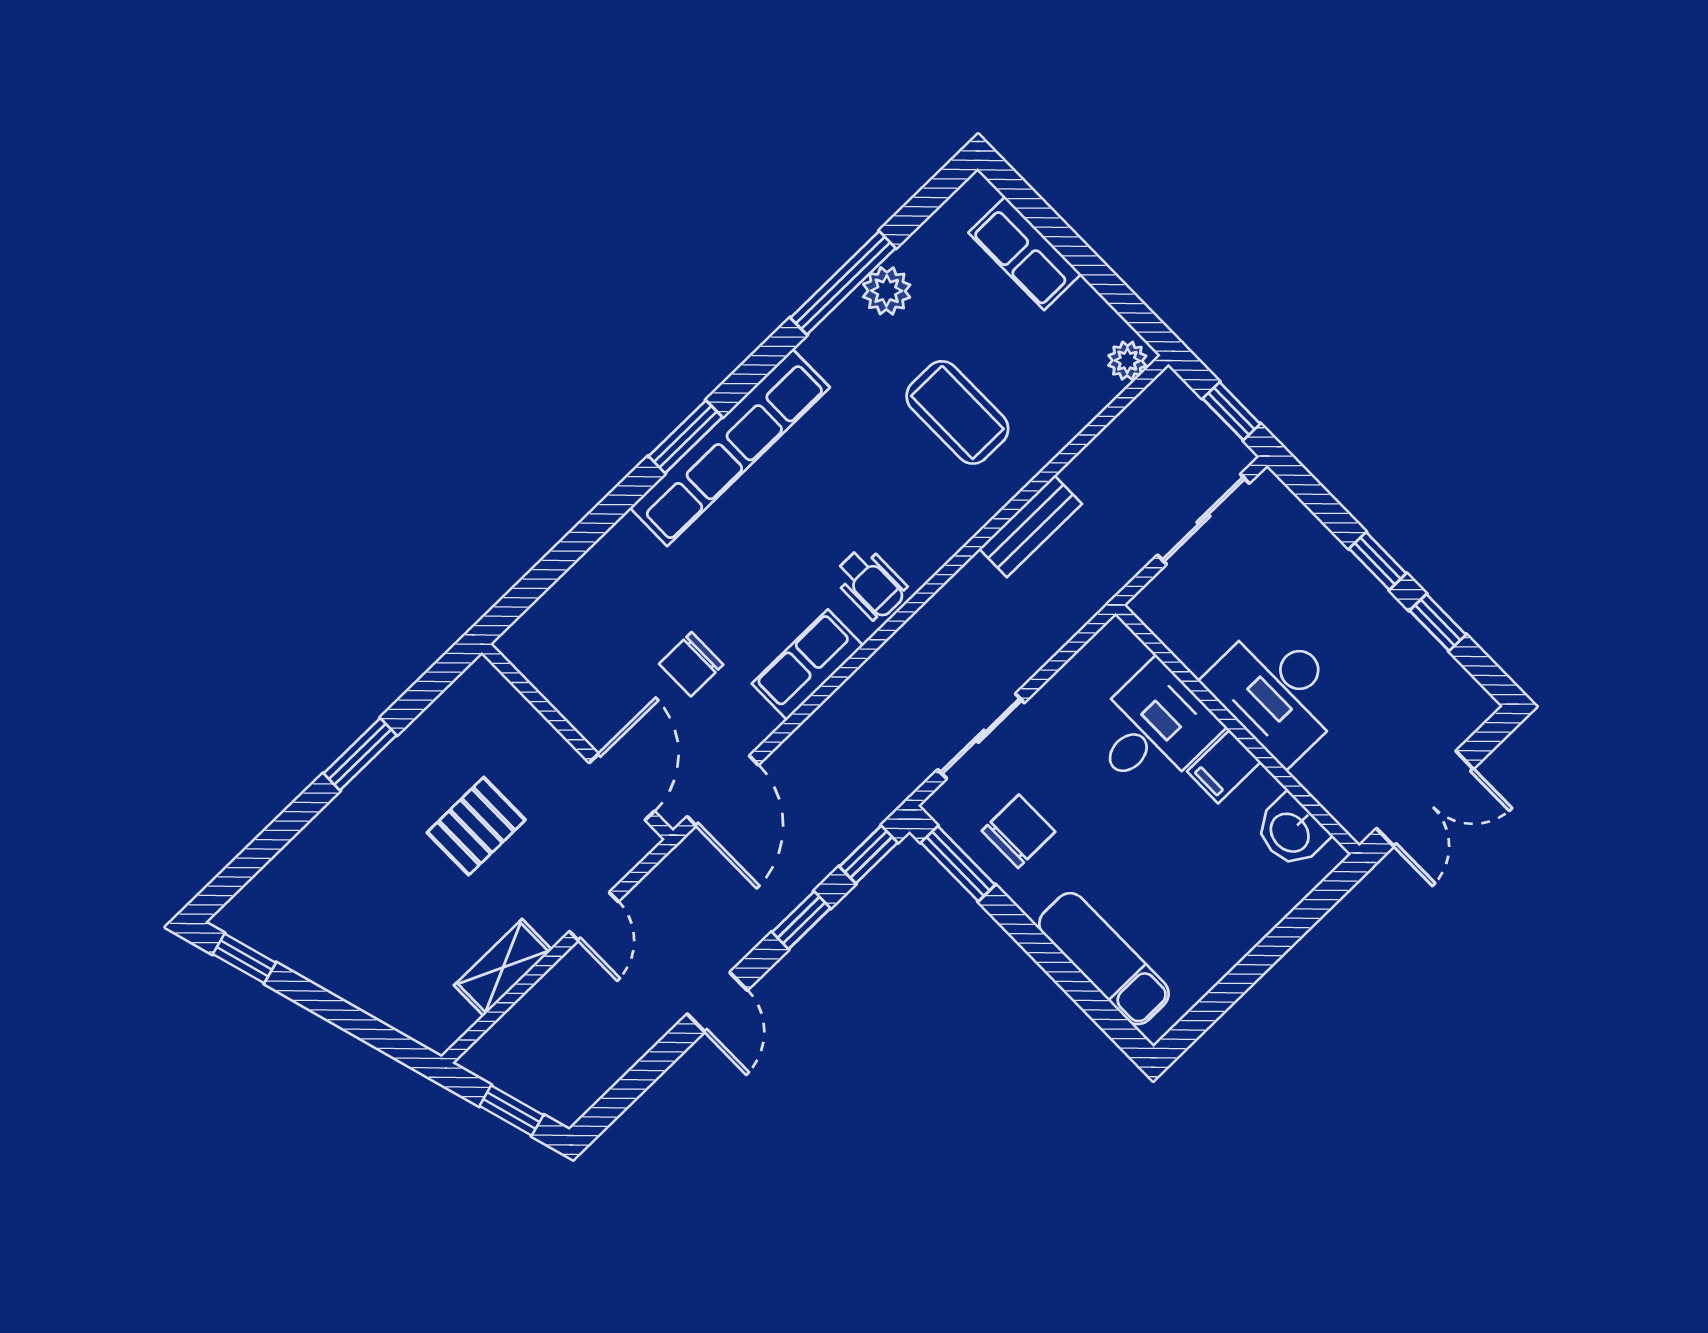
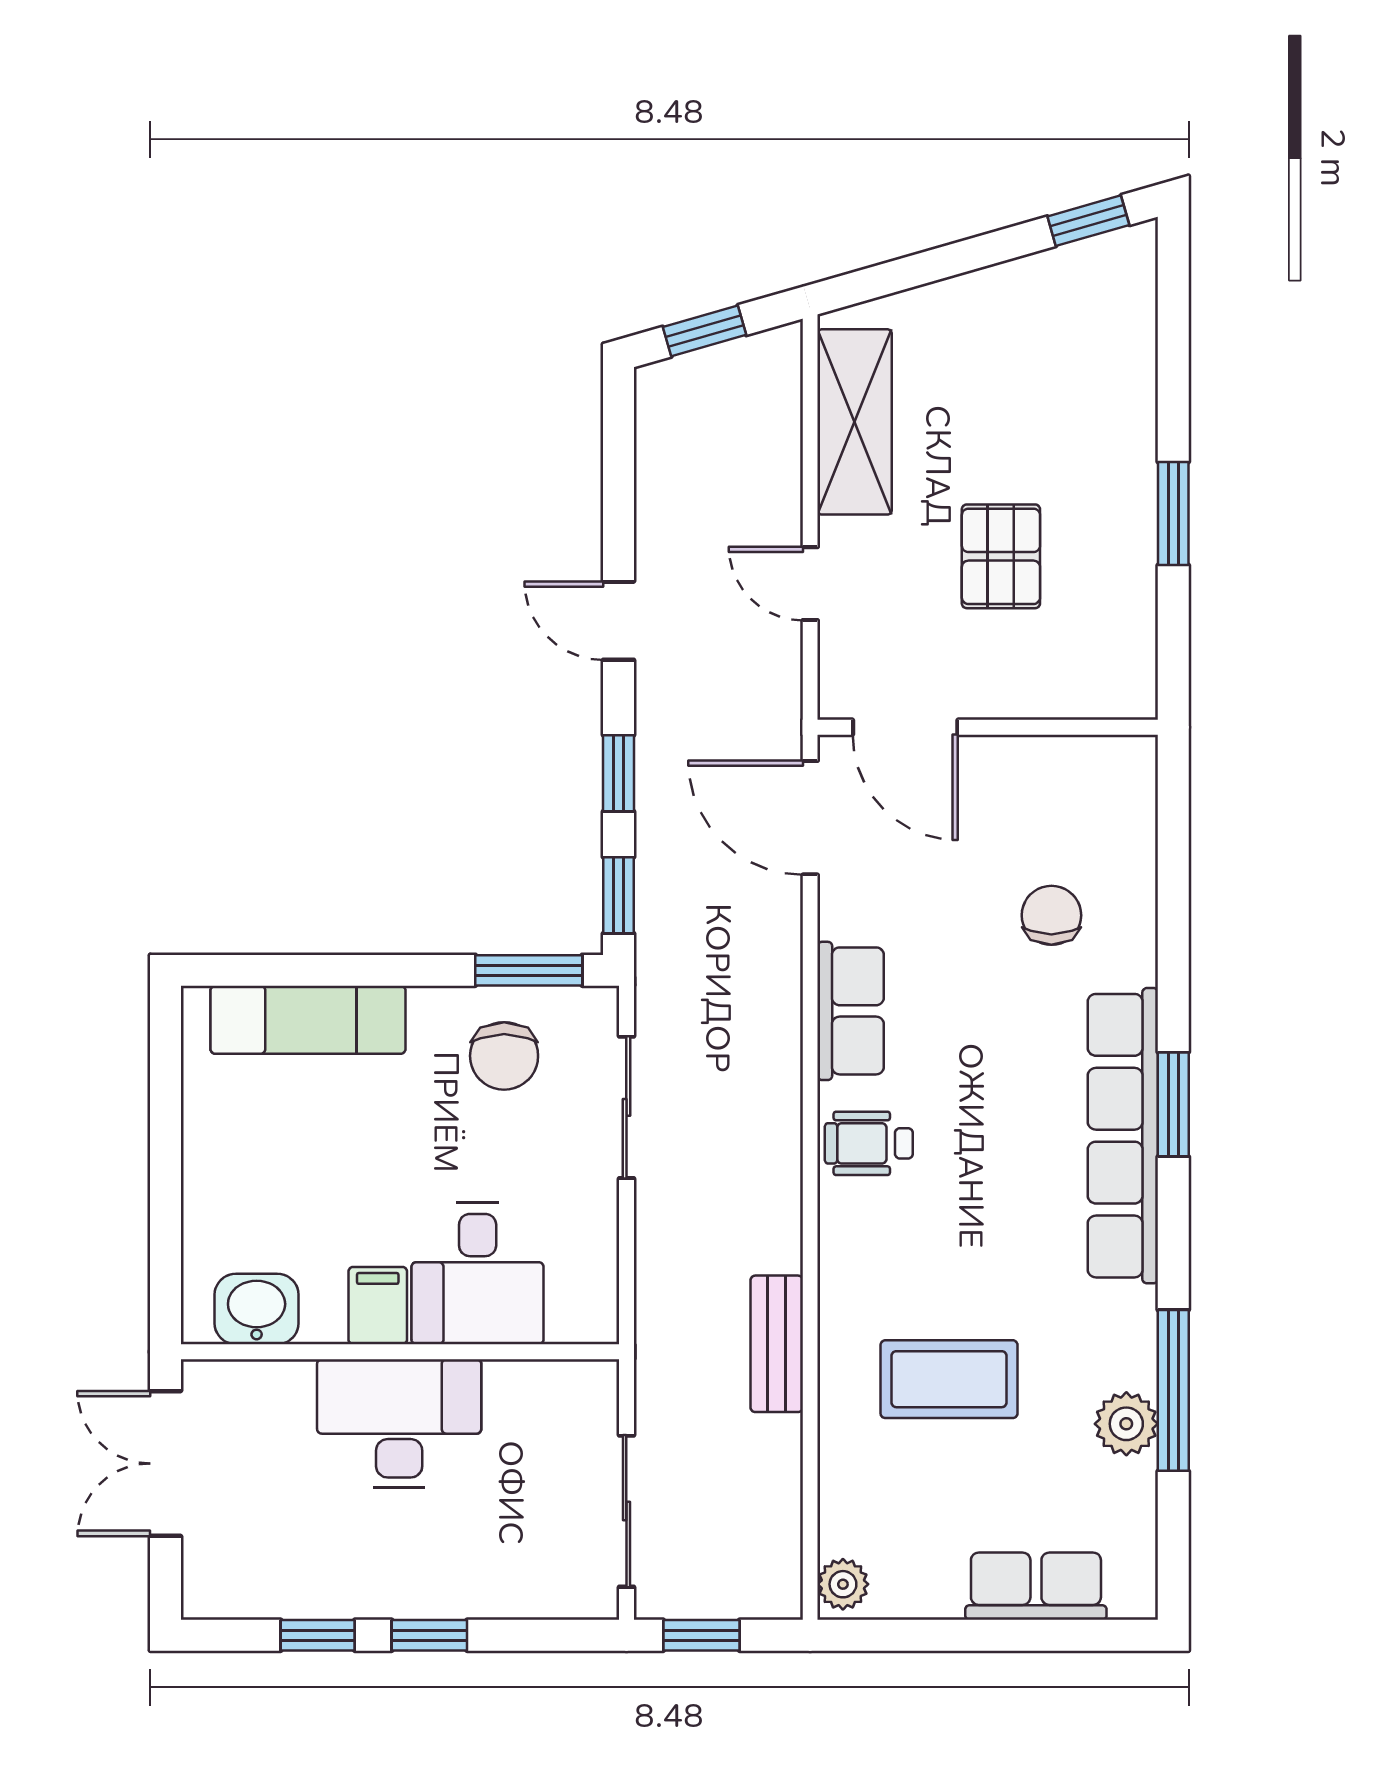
chair: (691, 664) -> (1051, 915), moved
shelving: (503, 967) -> (855, 422), width x1.50, depth x1.33

